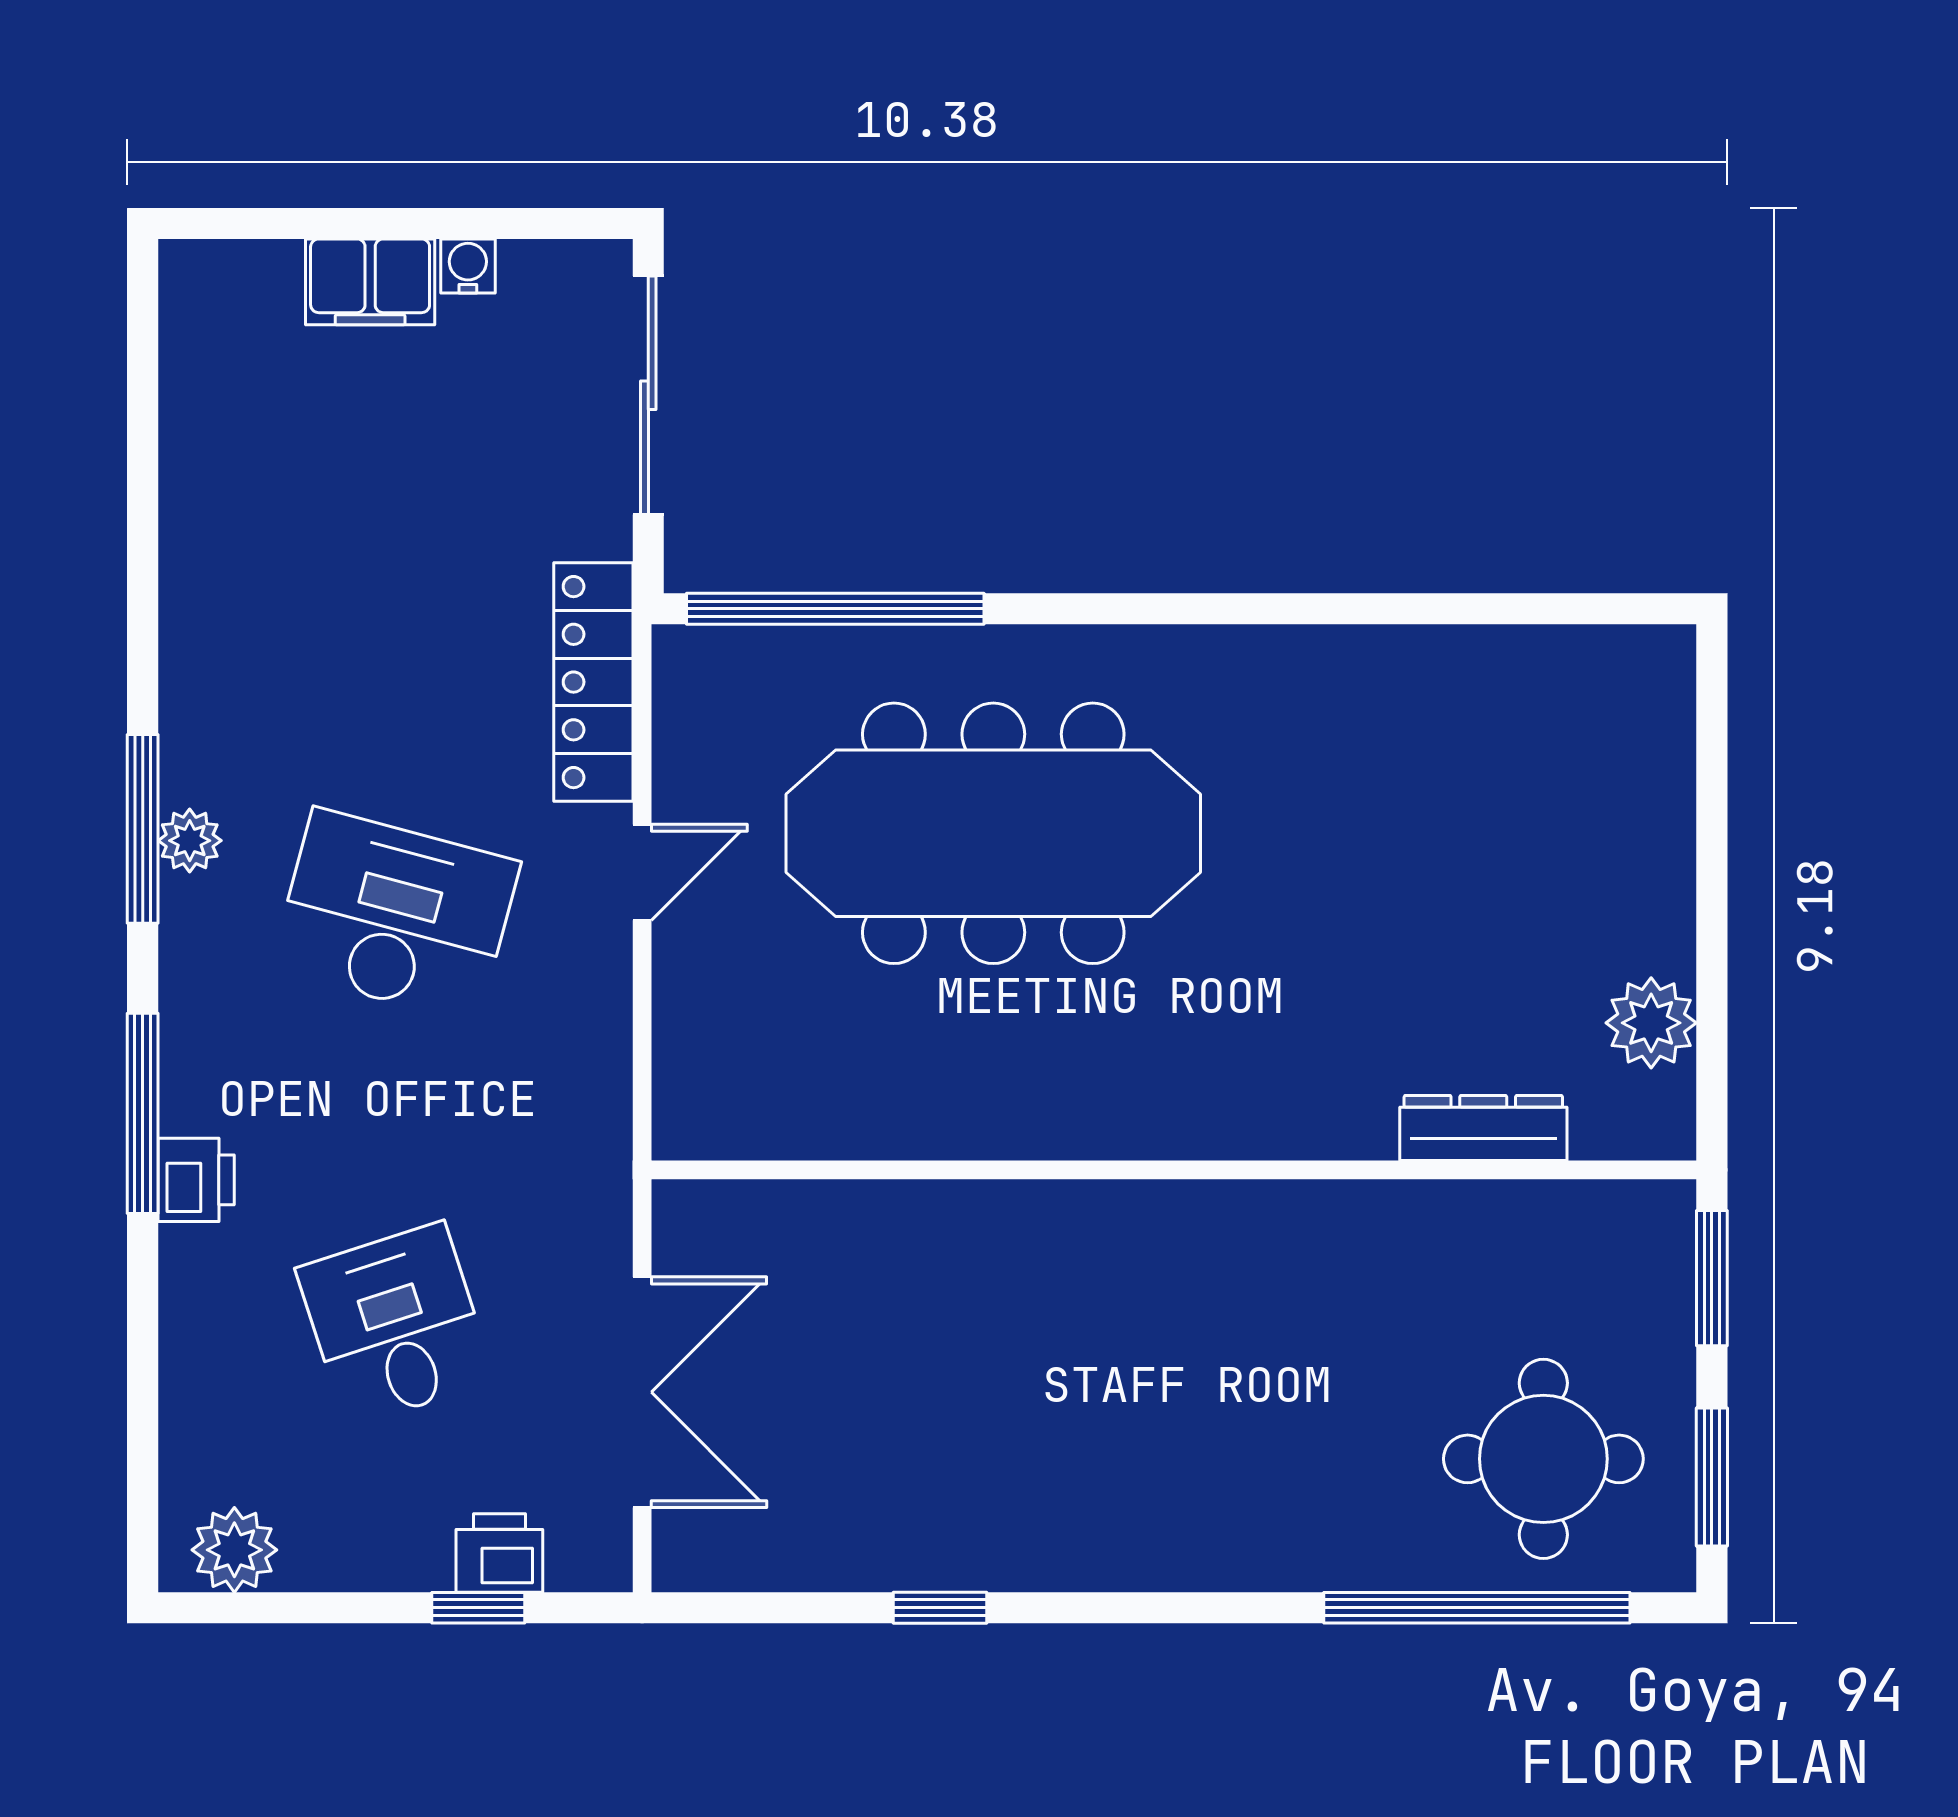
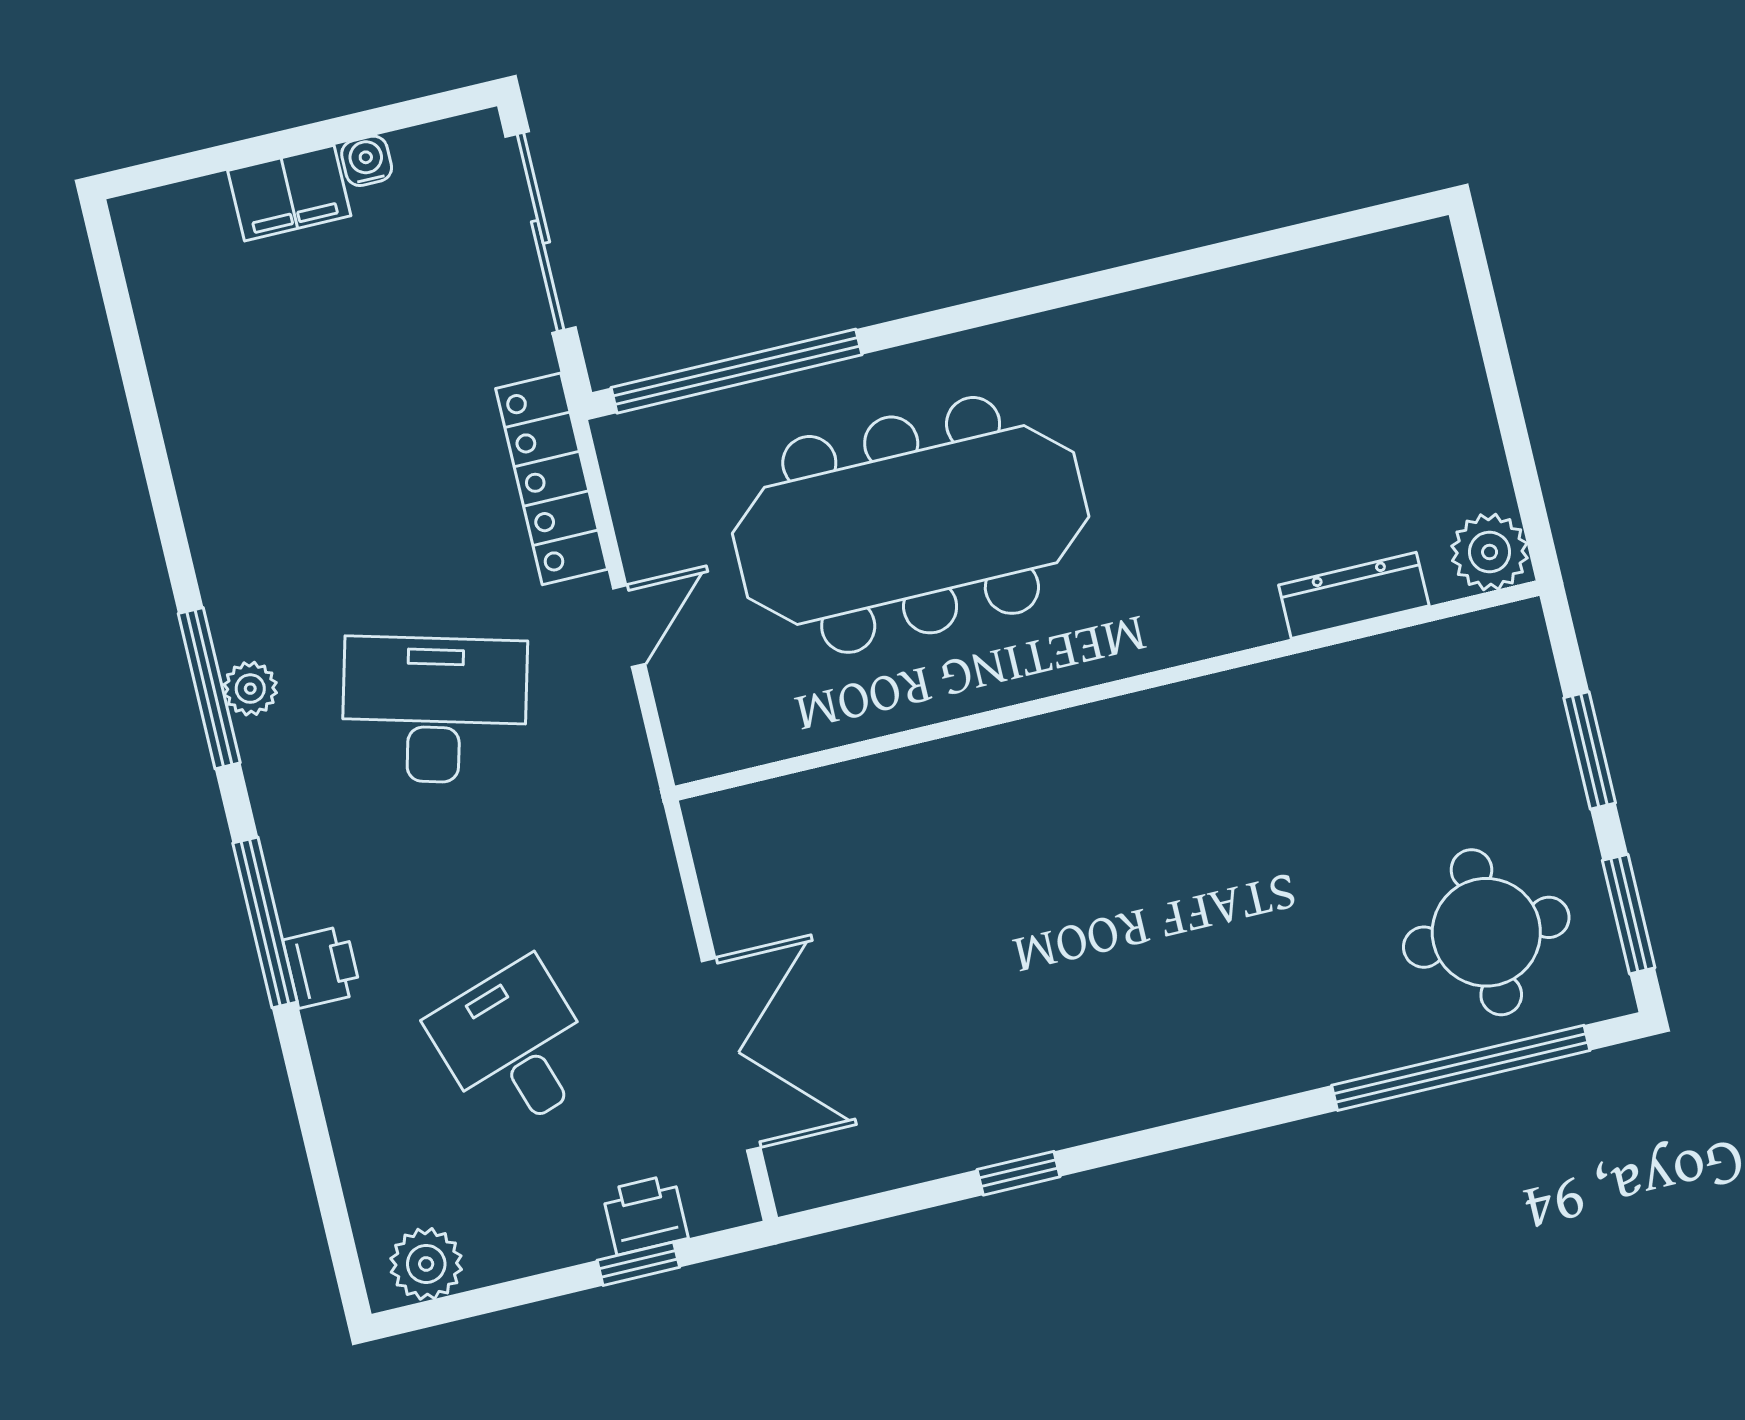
dresser: (1483, 1128) -> (1354, 595), moved
wall: (1174, 1170) -> (1107, 691), moved

